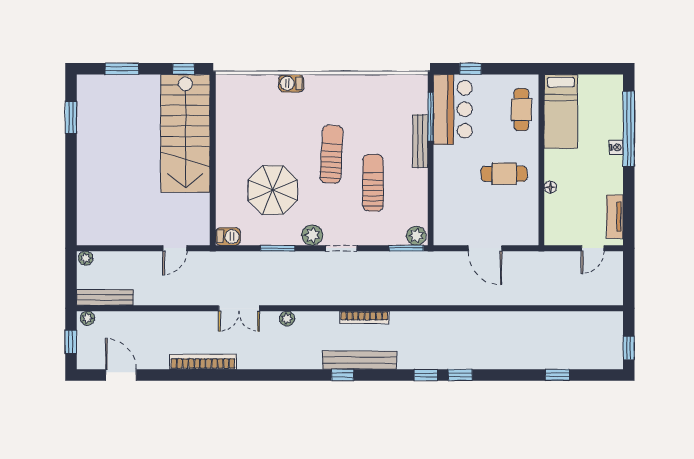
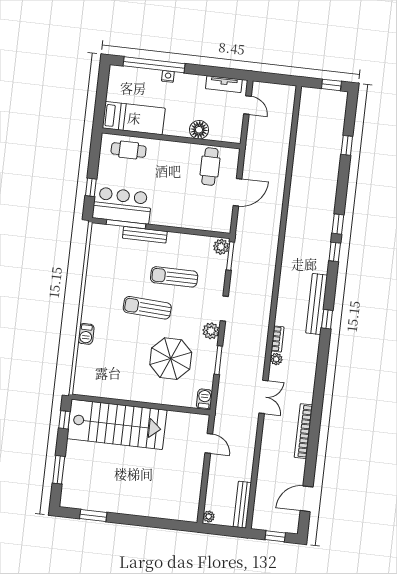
cafe table: (504, 174) -> (210, 167), moved
floor lamp: (550, 187) -> (199, 130), width x1.89, depth x1.89
bookcase: (364, 317) -> (278, 339), moved, width x0.64
plant: (87, 318) -> (257, 521), removed

